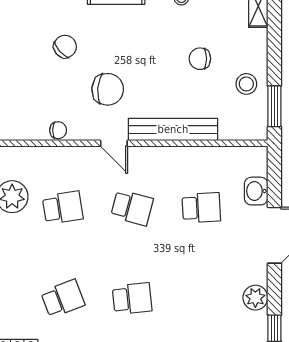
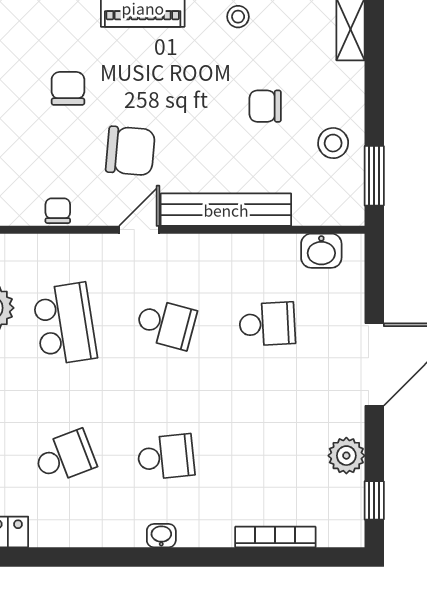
chair: (65, 47) -> (68, 88), turned -48
chair: (58, 130) -> (58, 211), turned -90
door: (114, 143) -> (139, 230), swing flipped
washbasin: (256, 191) -> (321, 251), moved, turned -90
school desk: (63, 208) -> (65, 324), width x1.85

